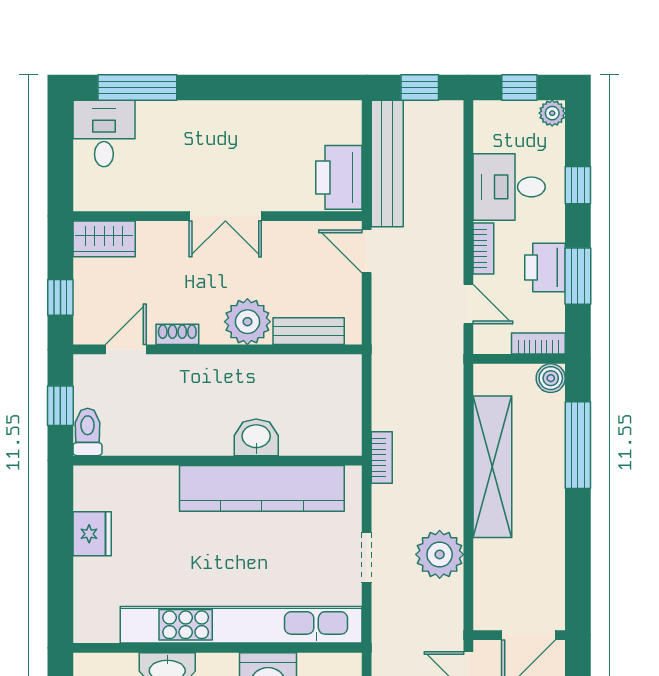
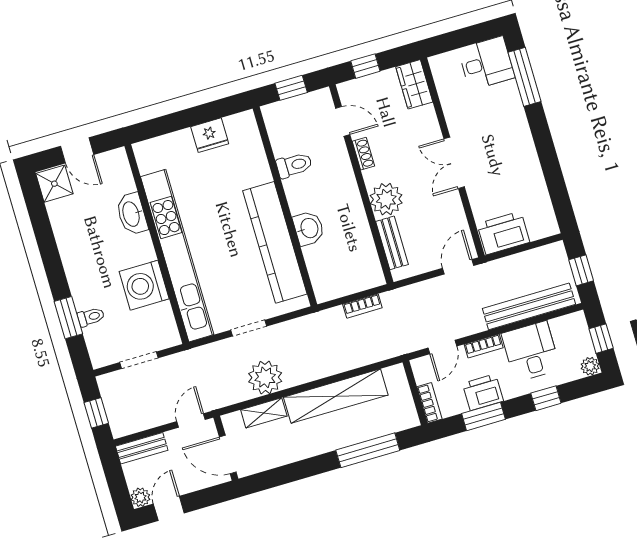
bench: (387, 164) -> (529, 306), moved
boiler: (551, 378) -> (408, 418), removed
toilet: (88, 432) -> (294, 165), moved
bookcase: (382, 457) -> (362, 306), moved
shelving: (487, 570) -> (264, 413), added

